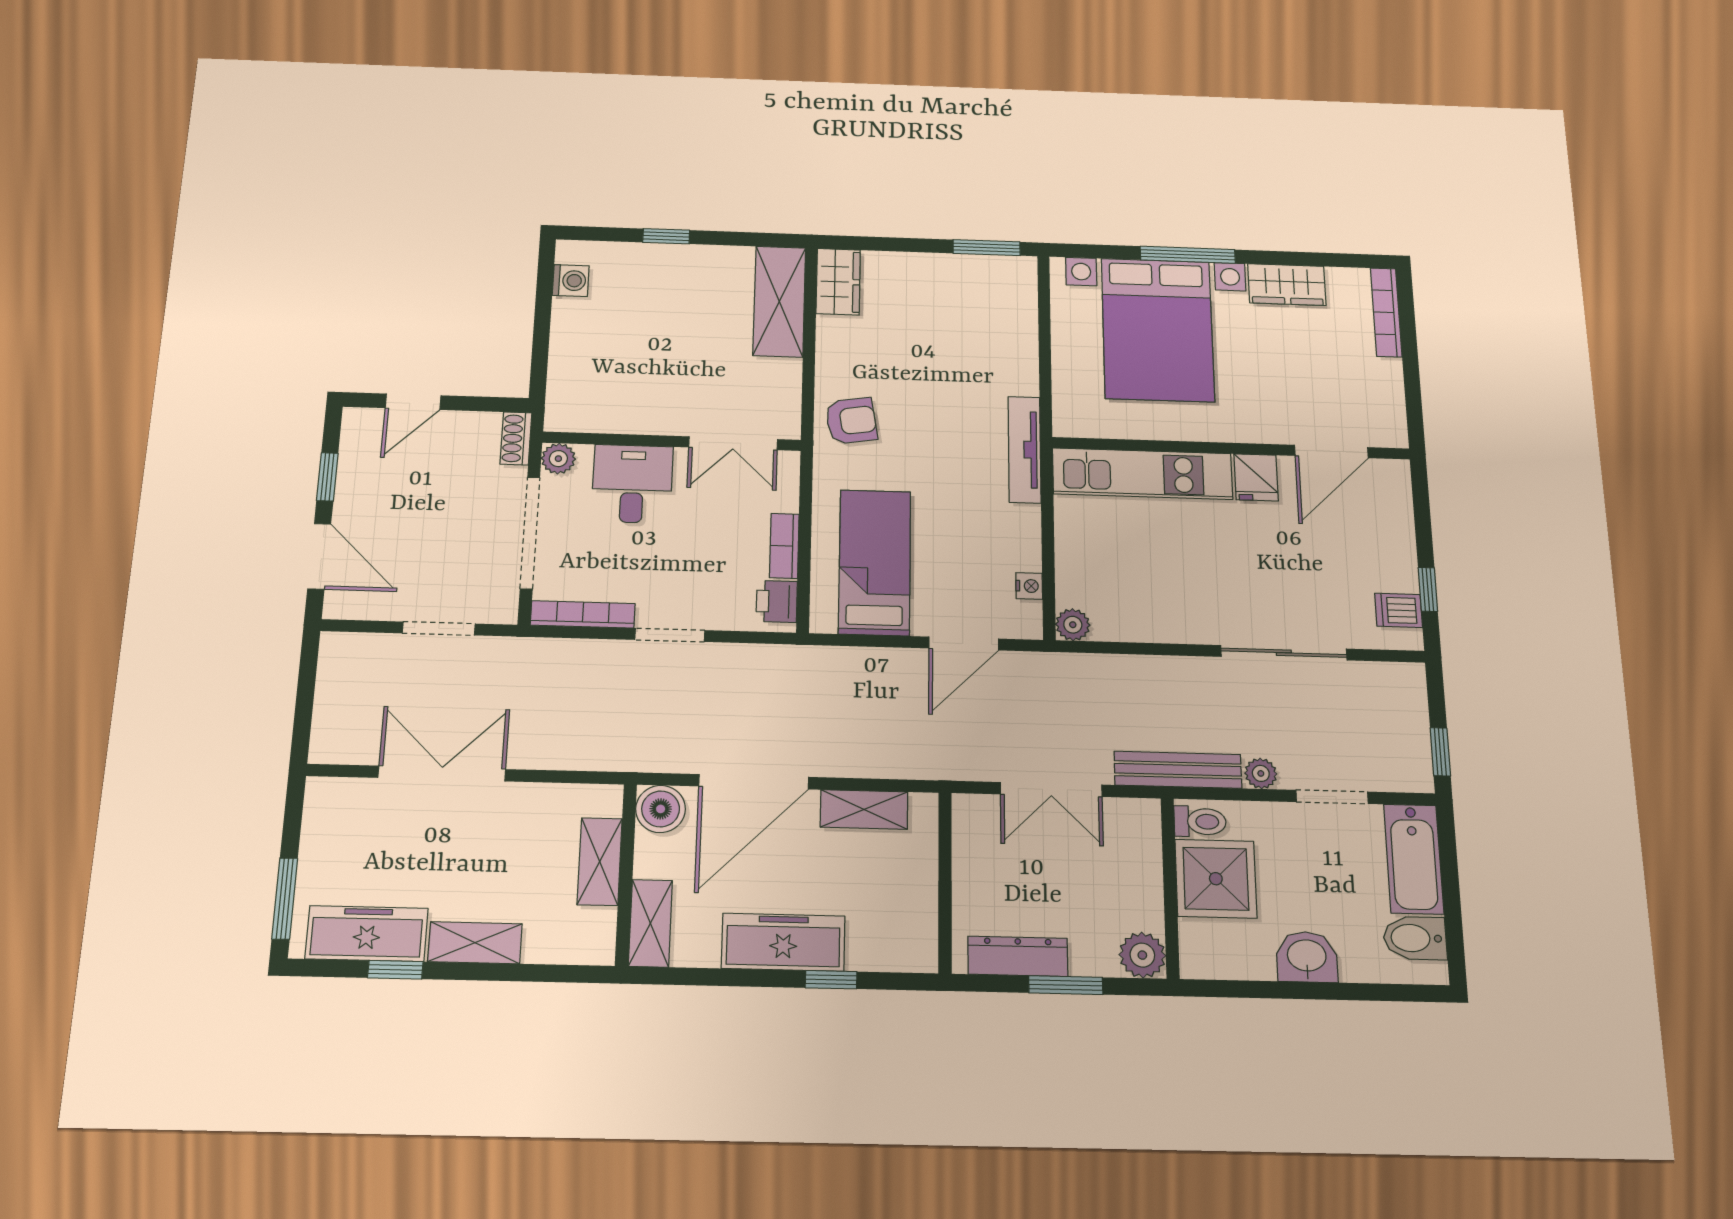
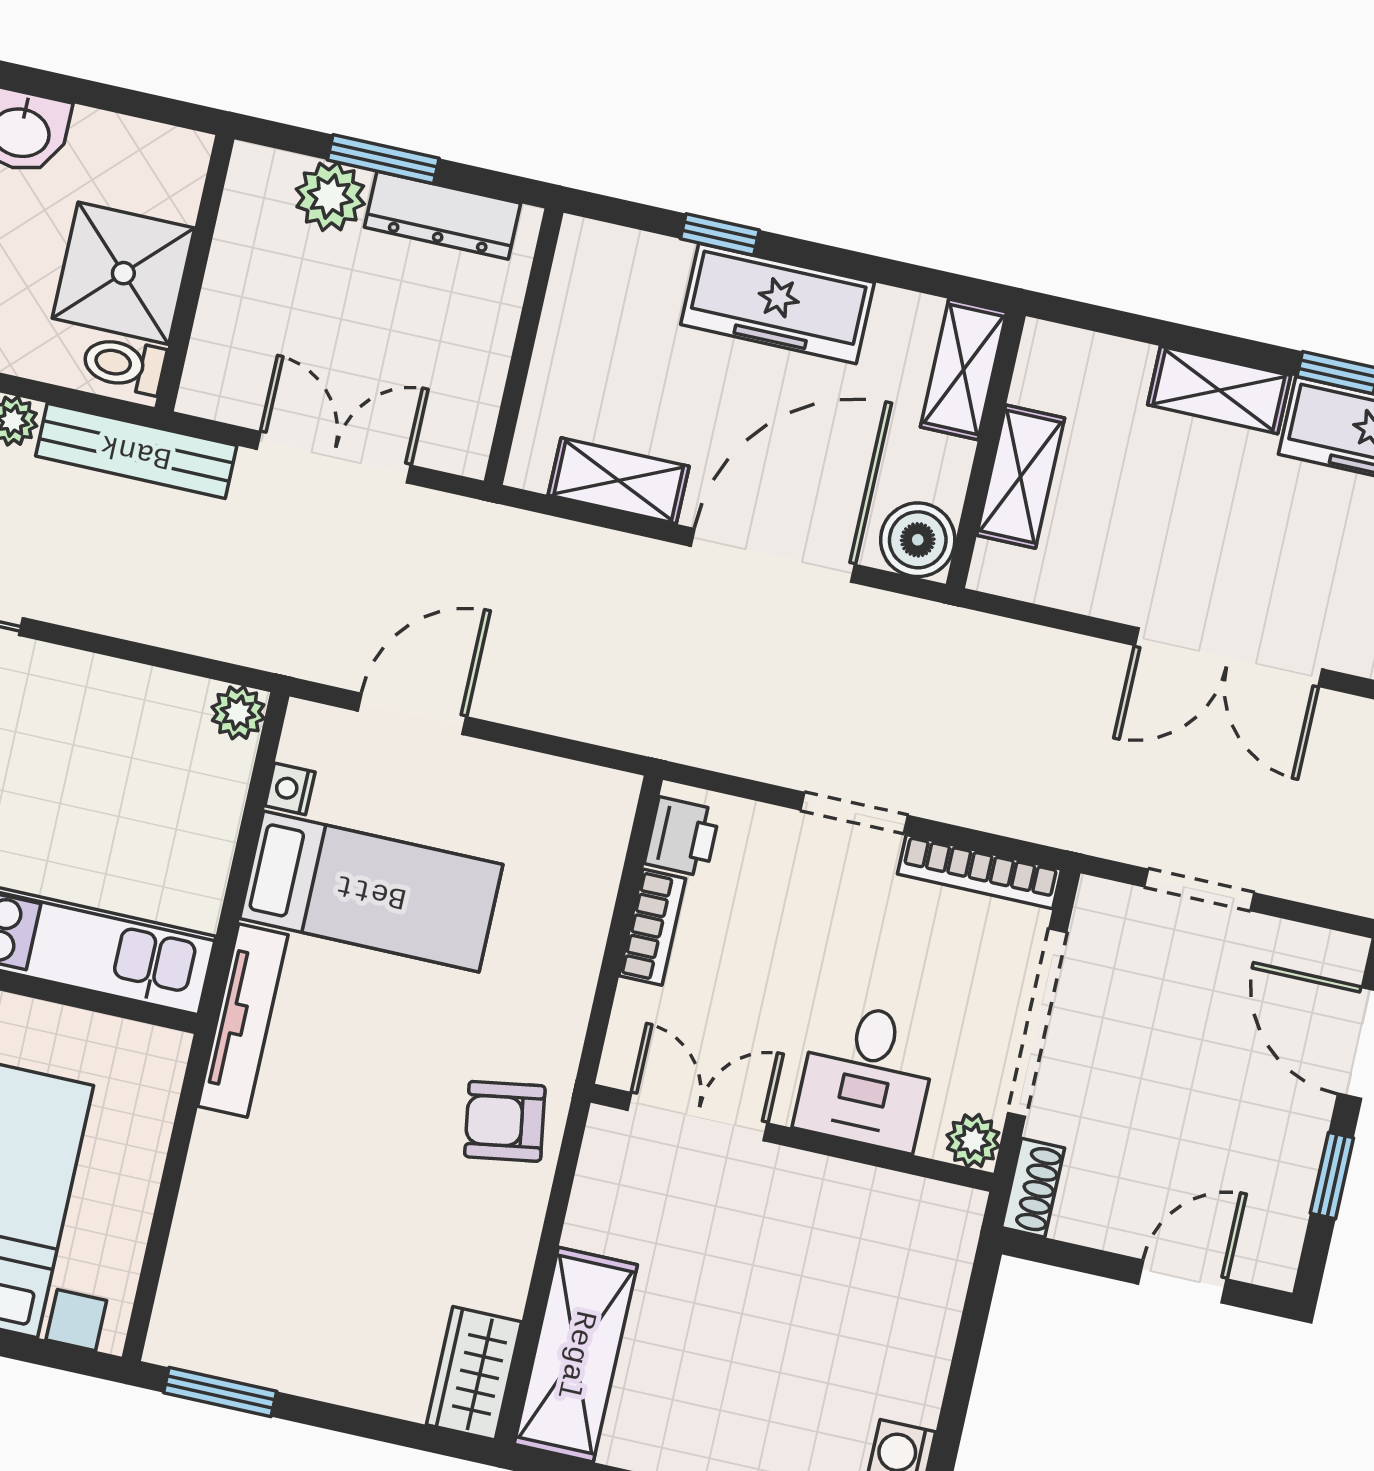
bed: (875, 562) -> (371, 891), moved, turned -90
plant: (1142, 955) -> (330, 196), moved

